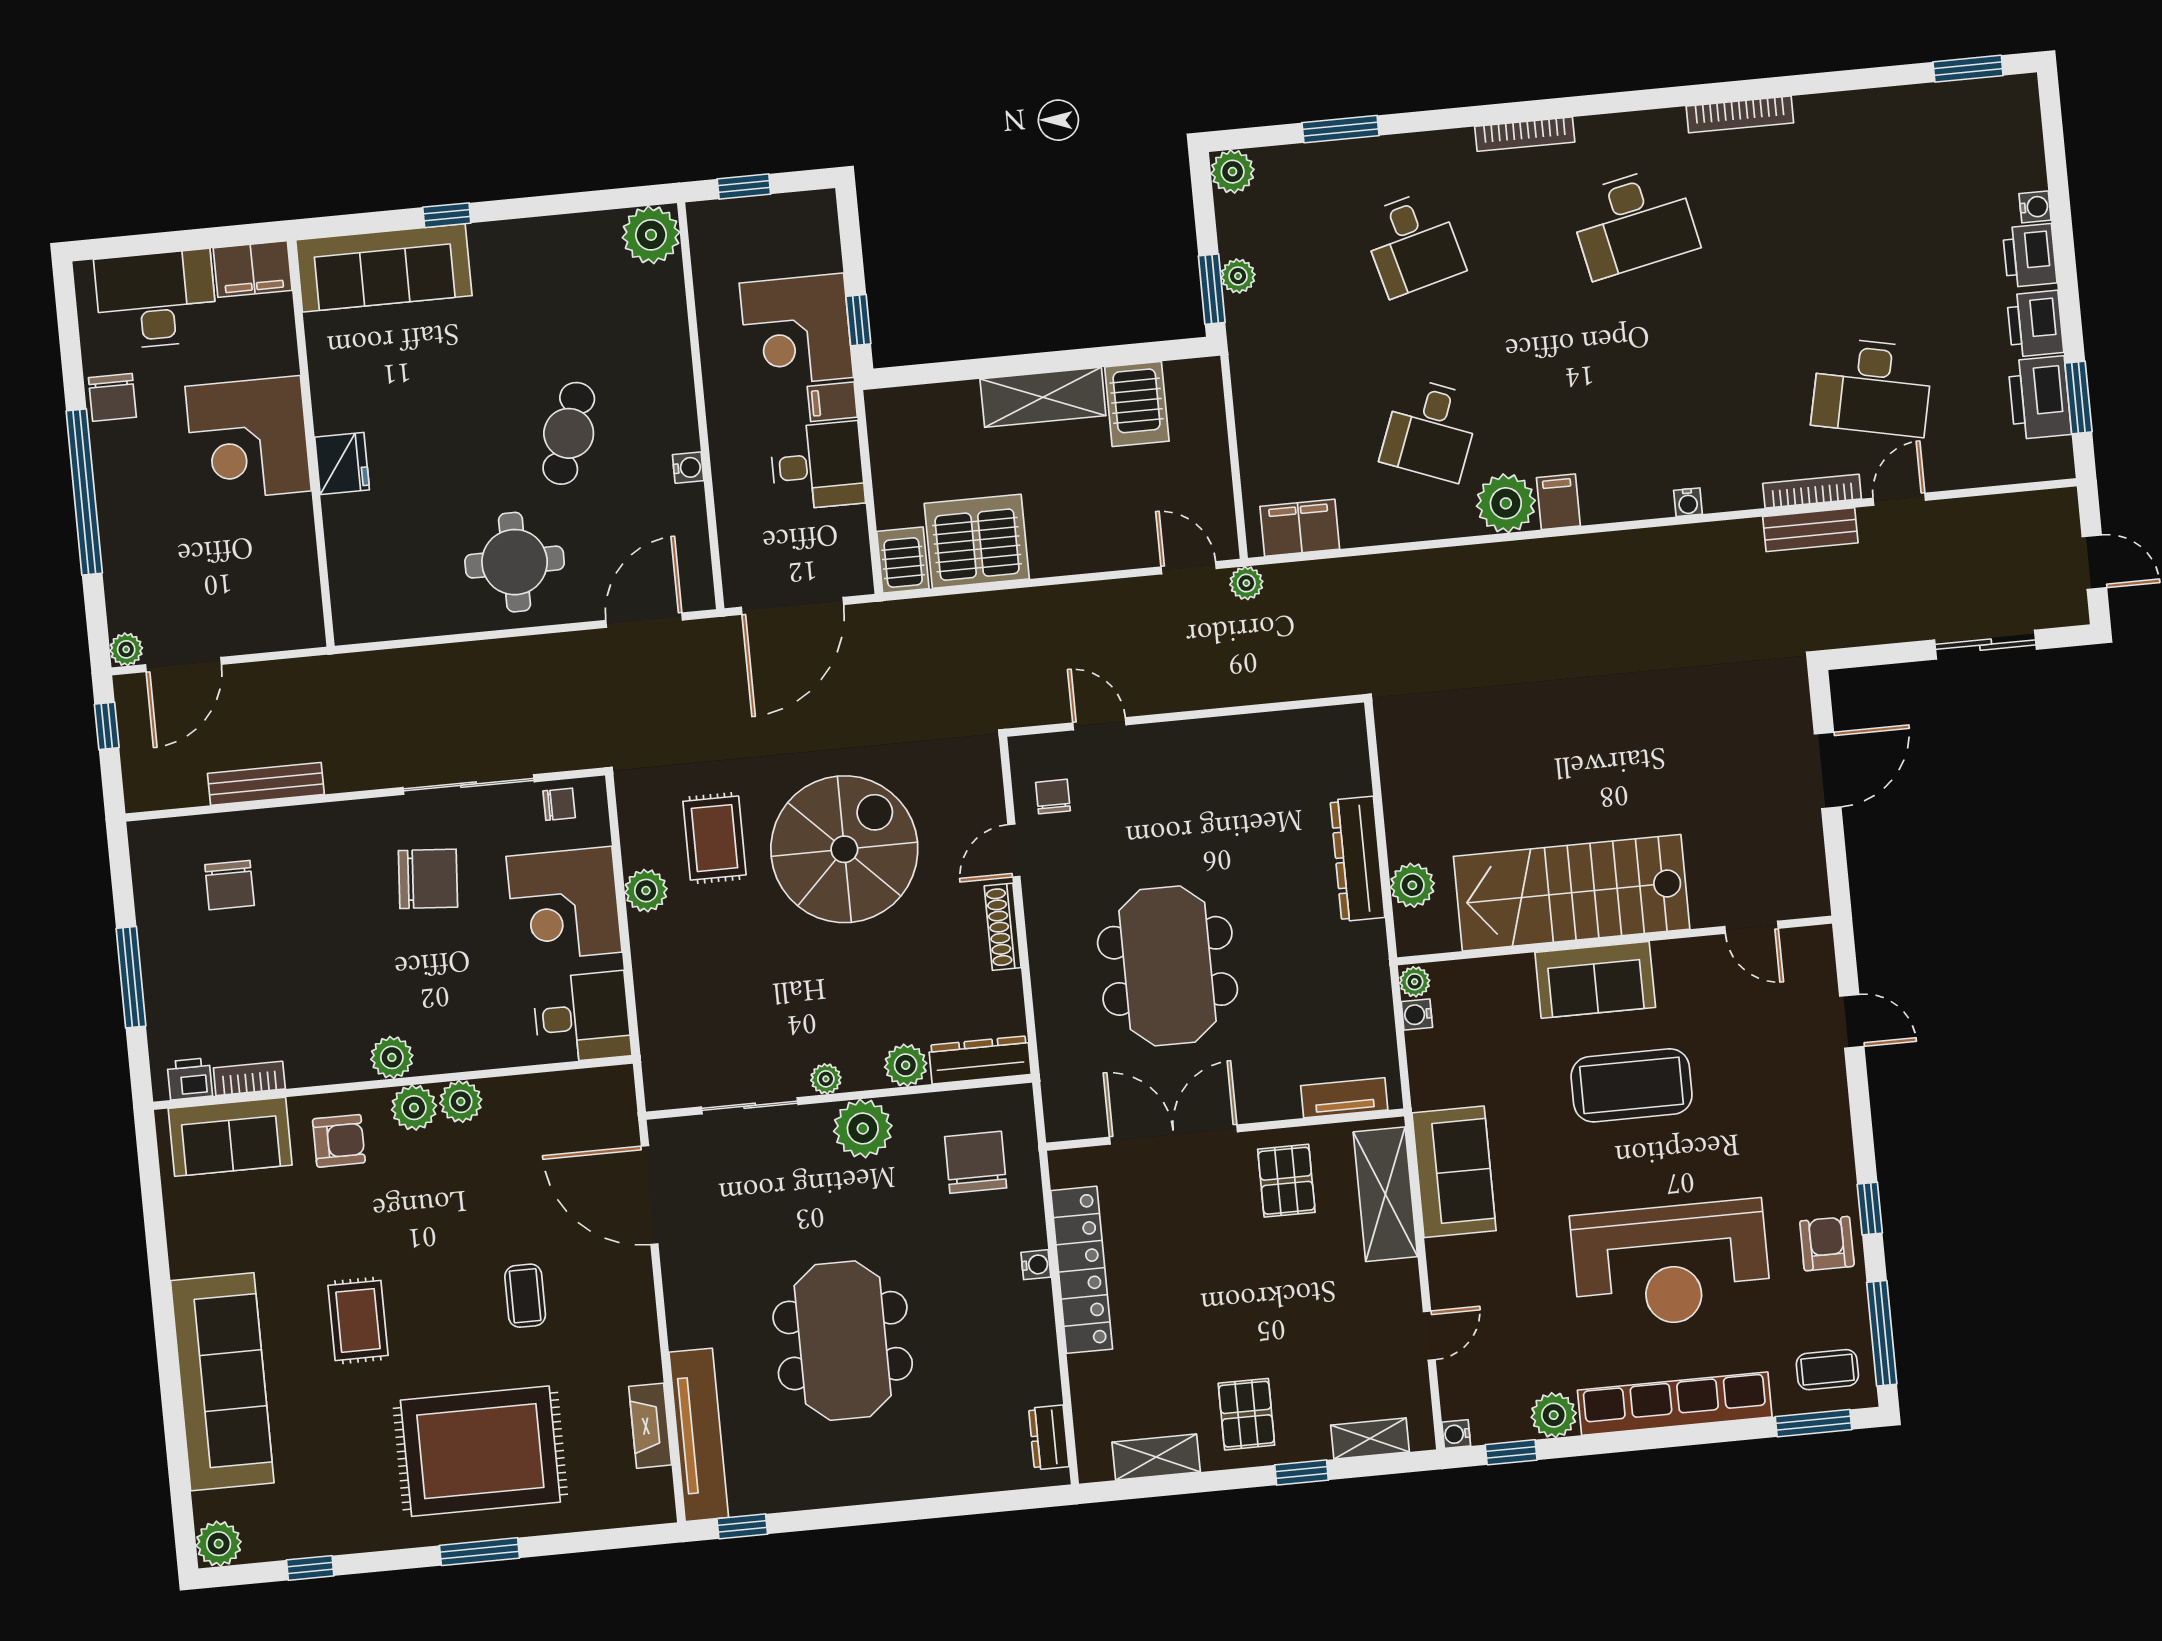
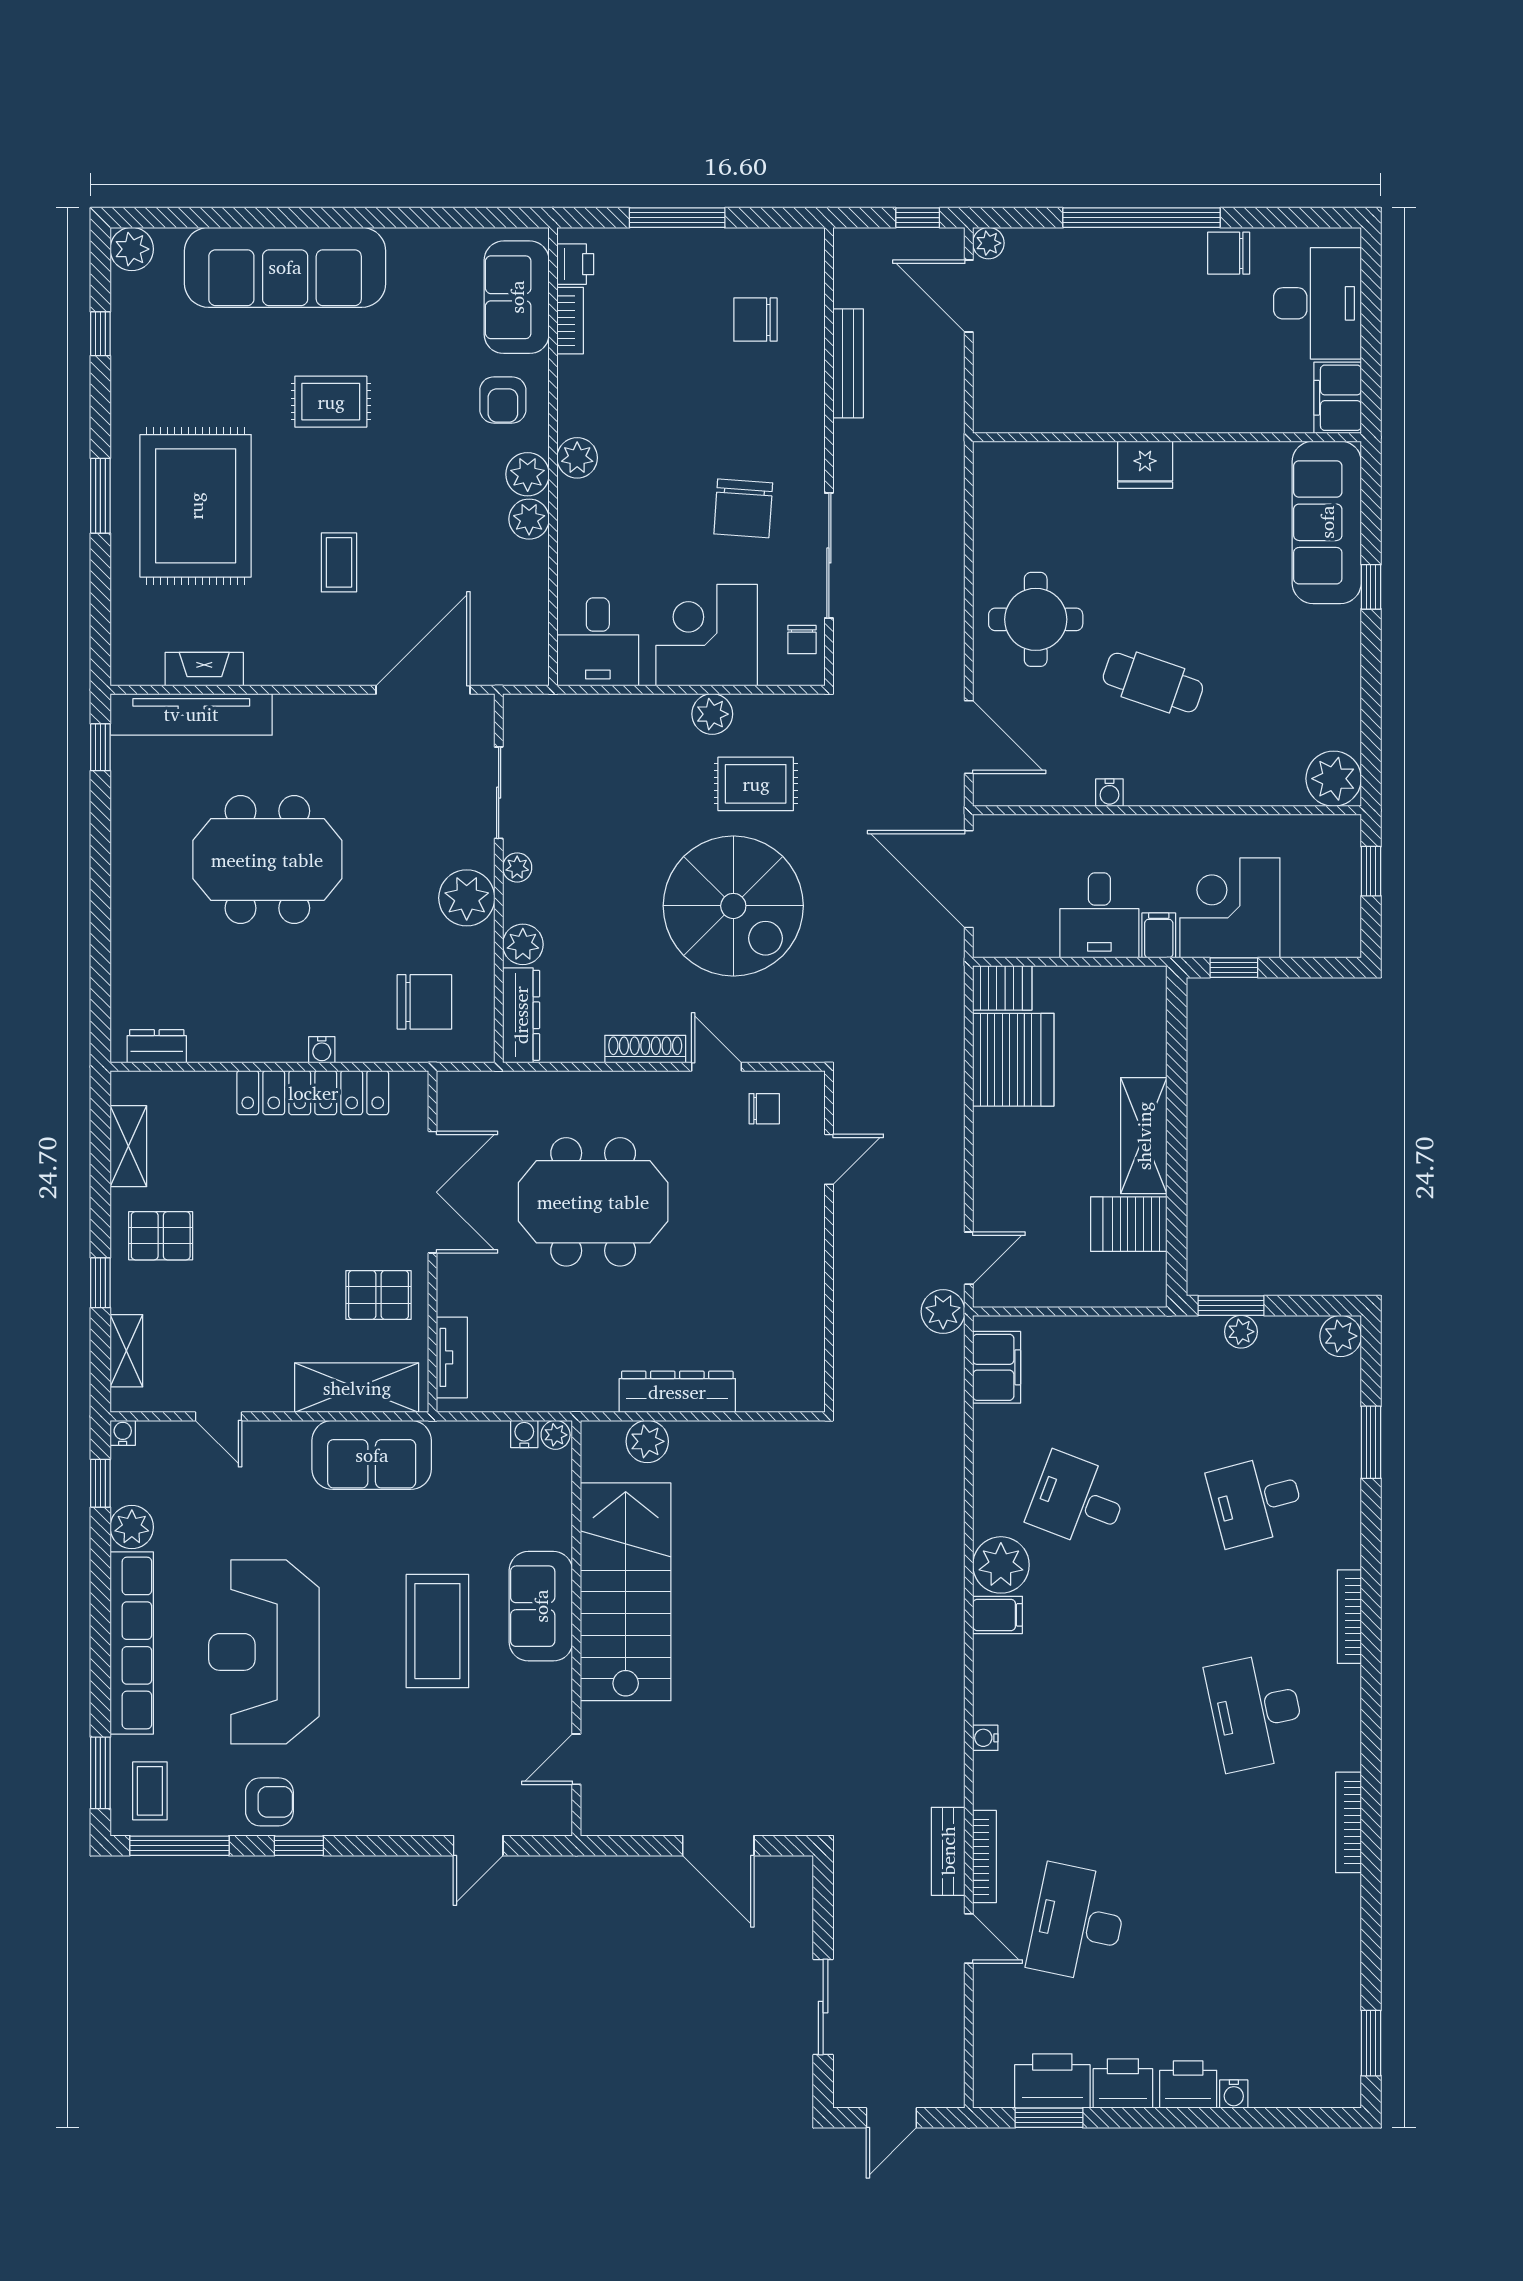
corner desk: (248, 439) -> (1177, 378), removed
plant: (1246, 583) -> (943, 1312), width x1.38, depth x1.38
coffee table: (525, 1296) -> (339, 562), turned 90

